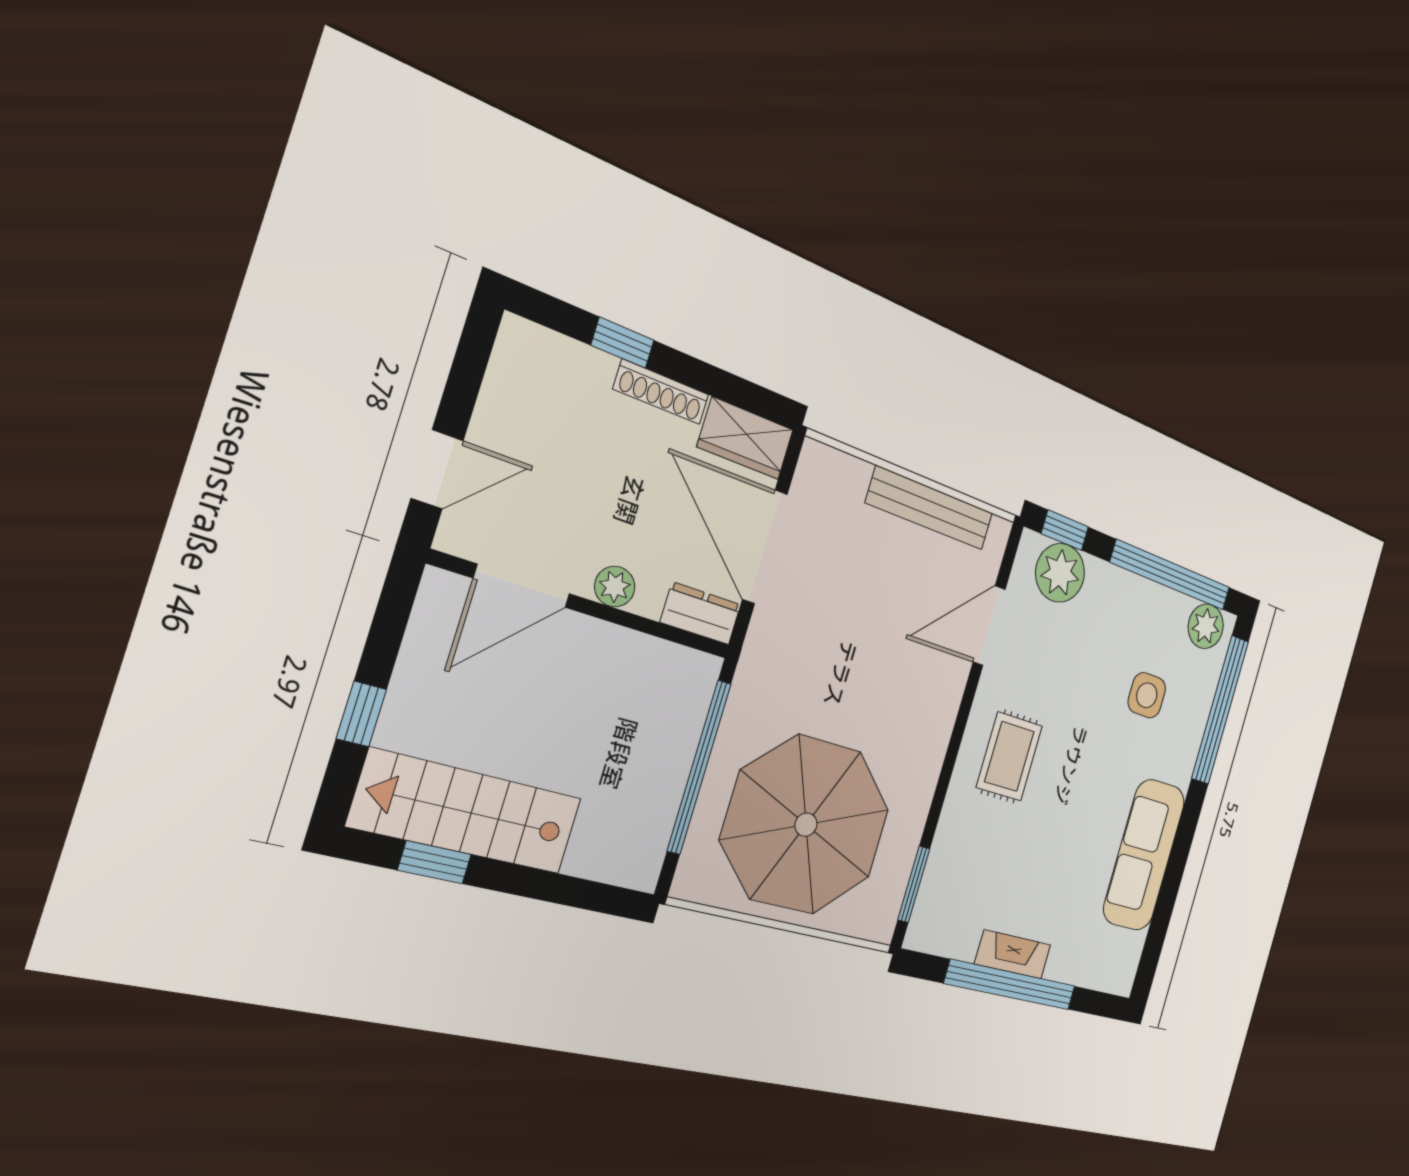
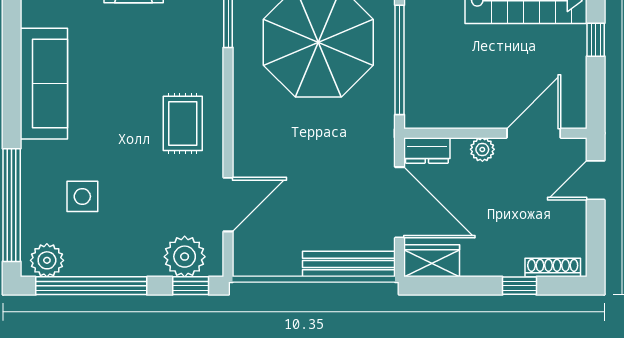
shoe rack: (661, 392) -> (553, 268), moved
bench: (930, 508) -> (349, 264), moved

